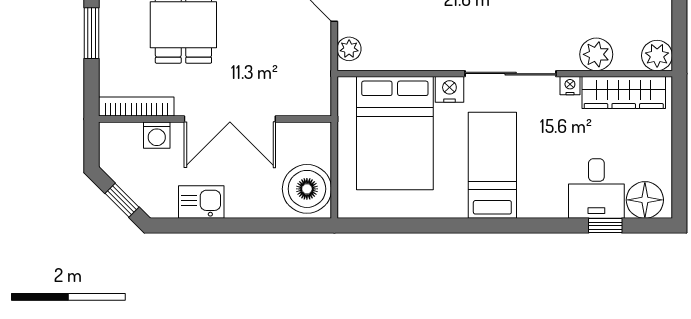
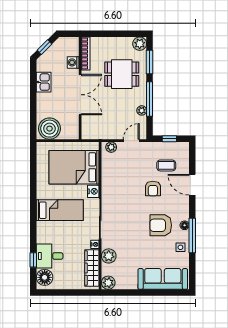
window: (92, 33) -> (118, 34), removed
double door: (230, 119) -> (80, 95), swing flipped

